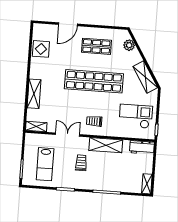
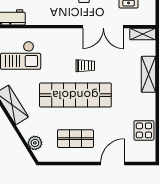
trolley: (94, 121) -> (85, 66), moved
double door: (68, 135) -> (103, 27), width x1.37
shelving: (106, 145) -> (55, 17), removed

